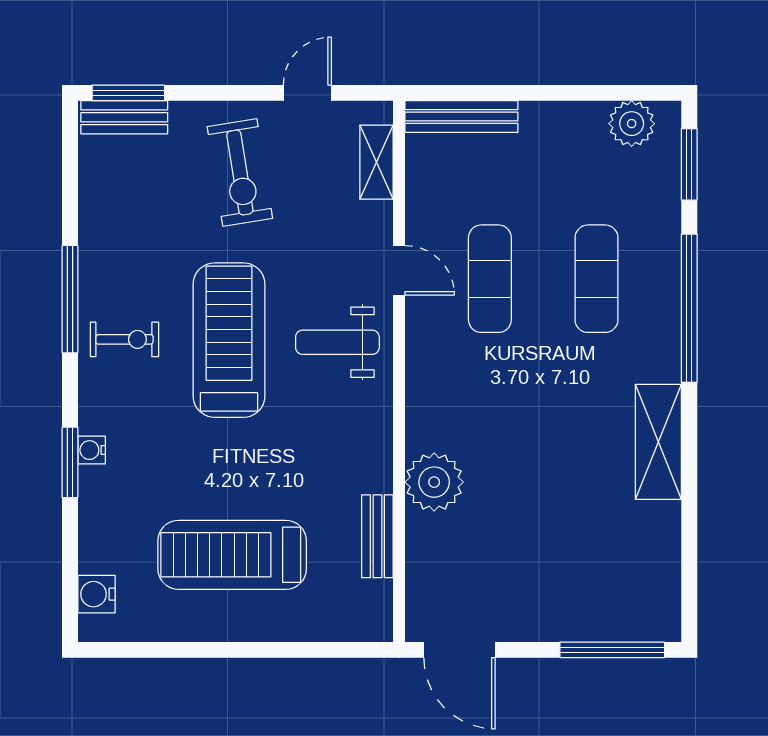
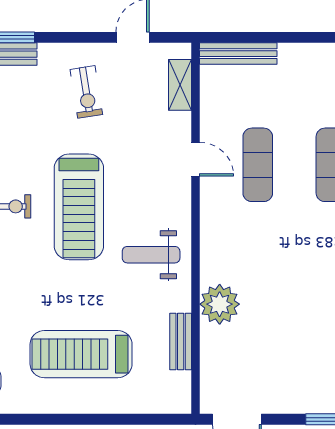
exercise bike: (240, 172) -> (86, 92), width x0.73, depth x0.72
treadmill: (229, 340) -> (79, 207), turned 180
weight bench: (337, 342) -> (151, 255), moved

